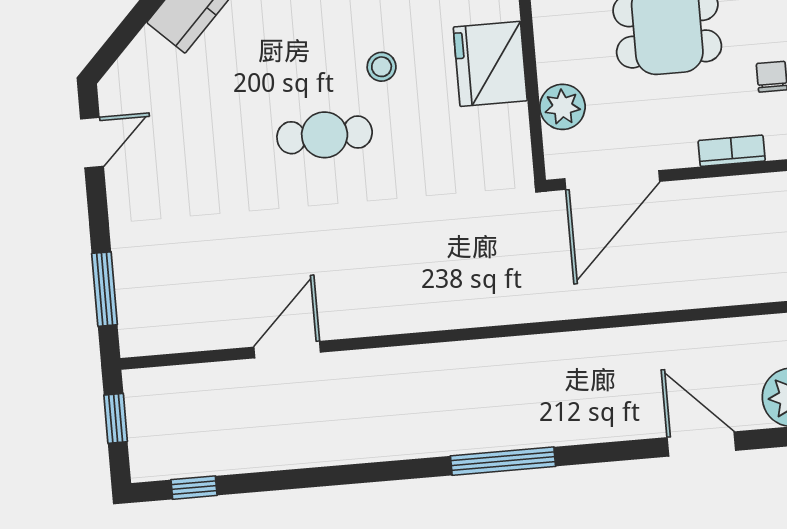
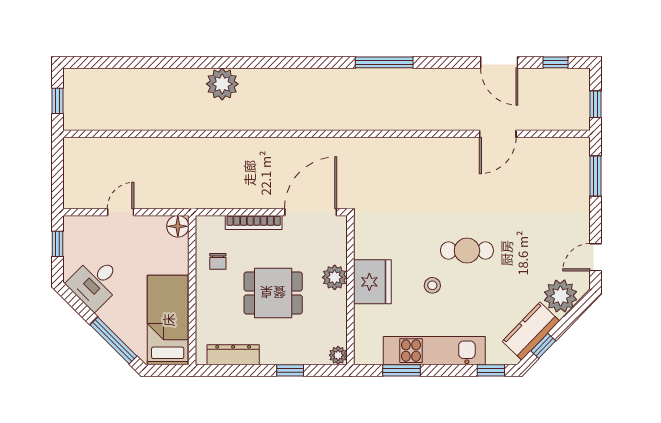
plant: (149, 67) -> (560, 296), added
plant: (562, 107) -> (335, 277), moved
bookcase: (732, 151) -> (254, 222), width x1.56
door: (701, 444) -> (499, 62), moved

